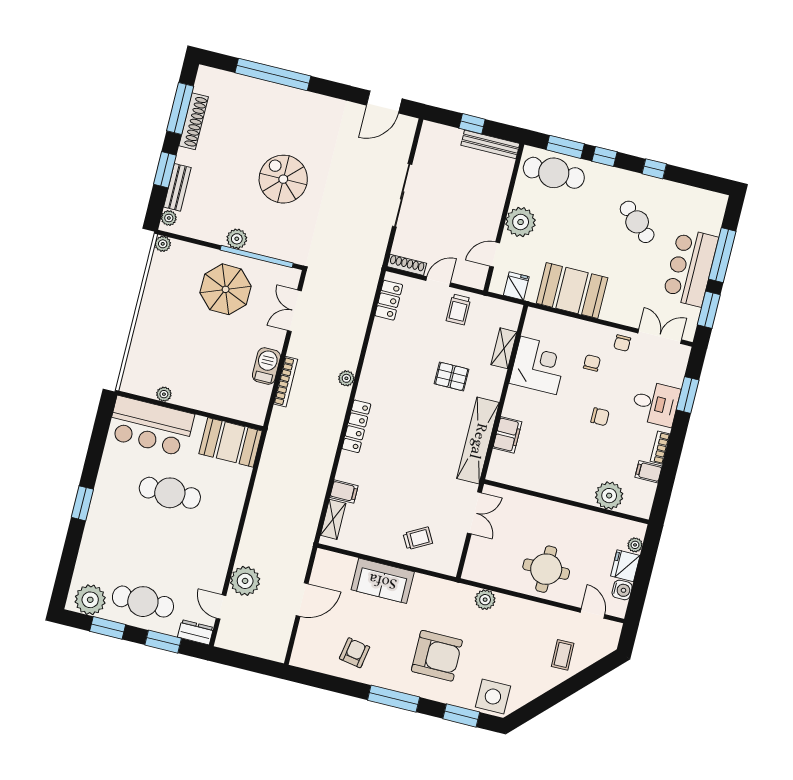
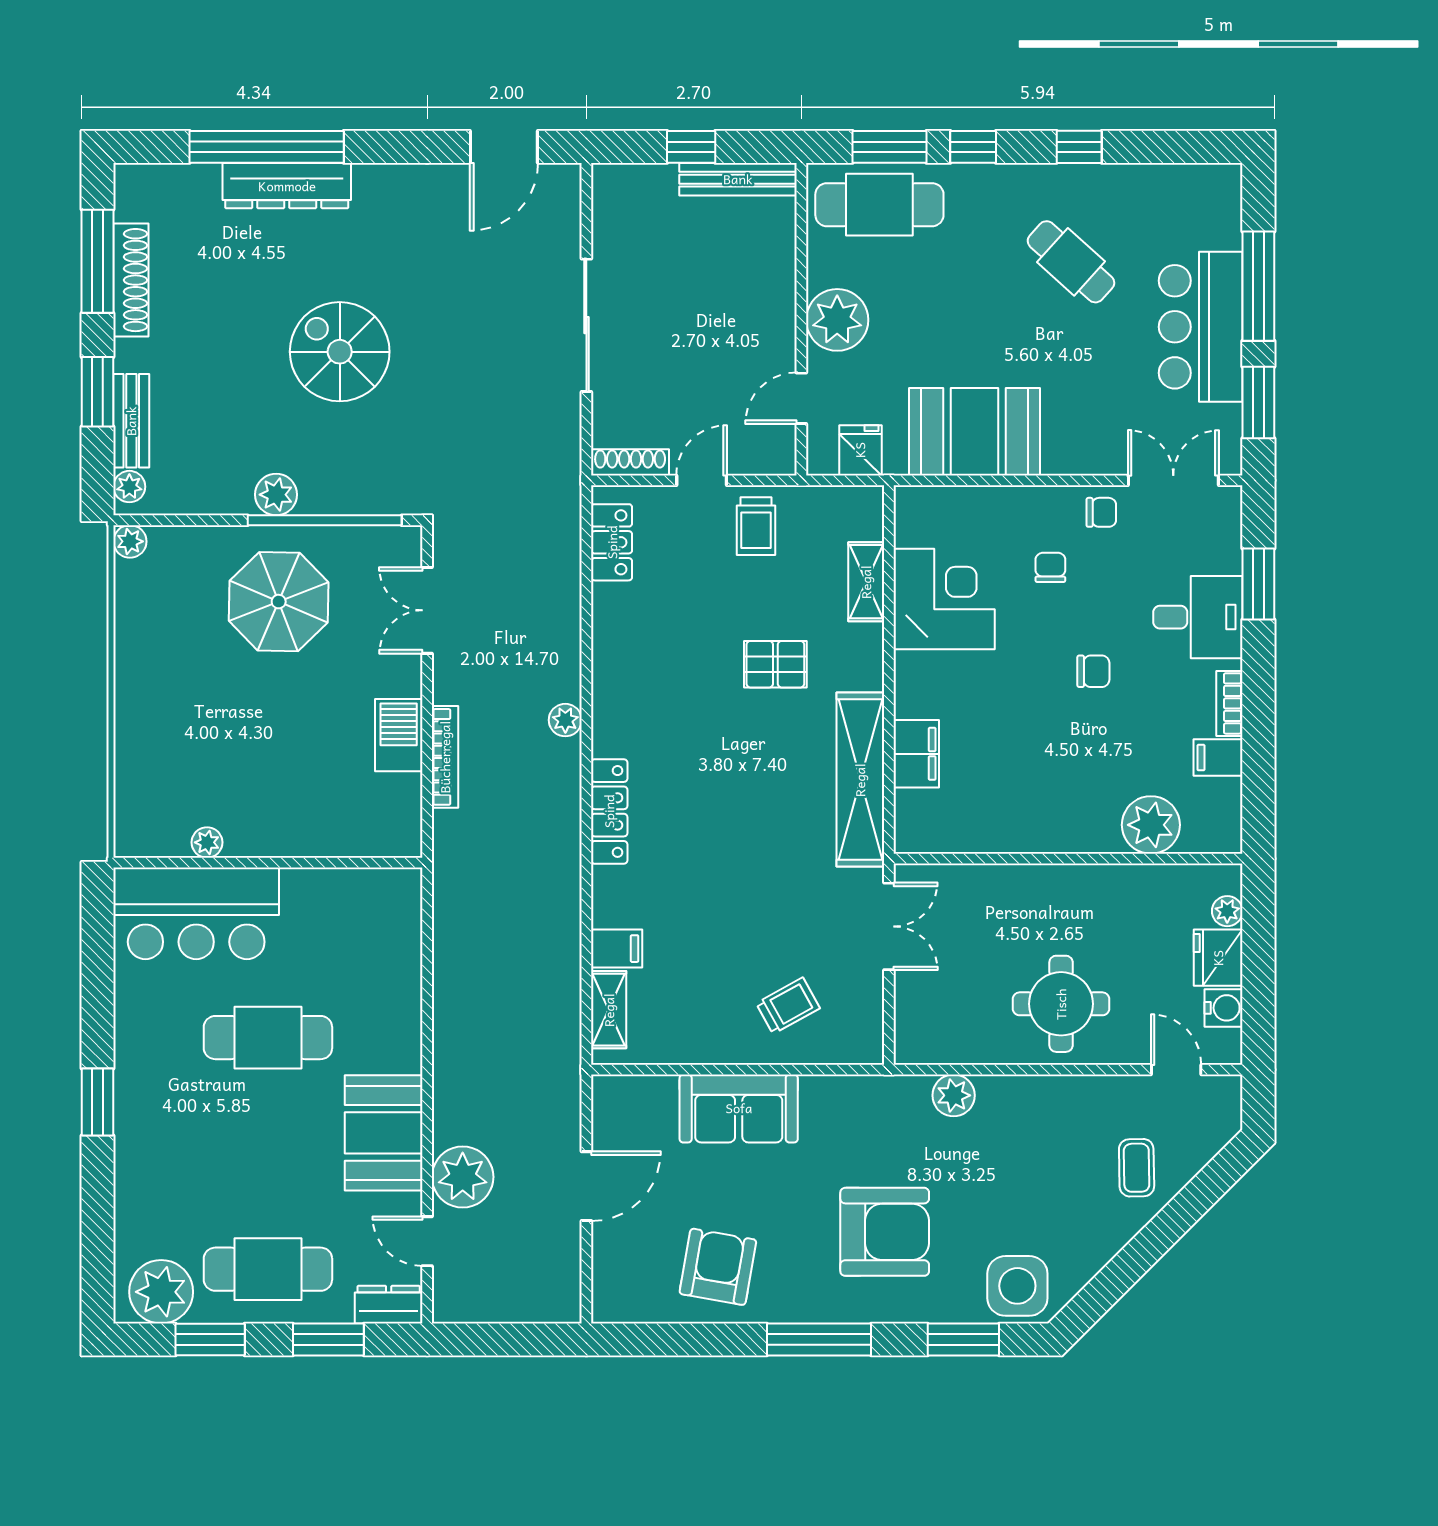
dresser: (278, 95) -> (287, 186), added
chair: (622, 343) -> (1101, 512), turned -90
booth: (231, 442) -> (384, 1133), moved, turned 90
armchair: (355, 653) -> (718, 1267), width x1.38, depth x1.38

